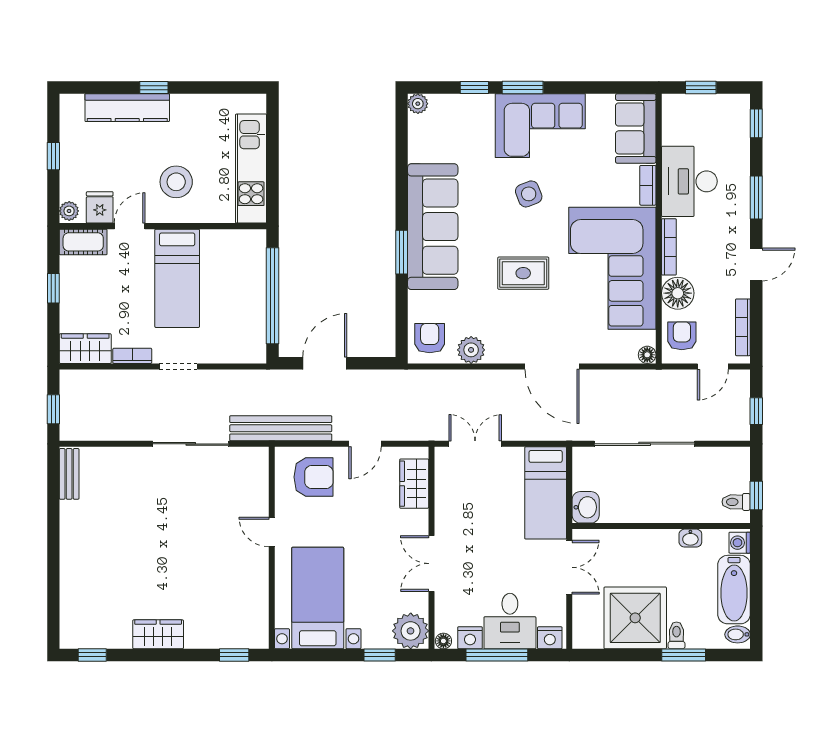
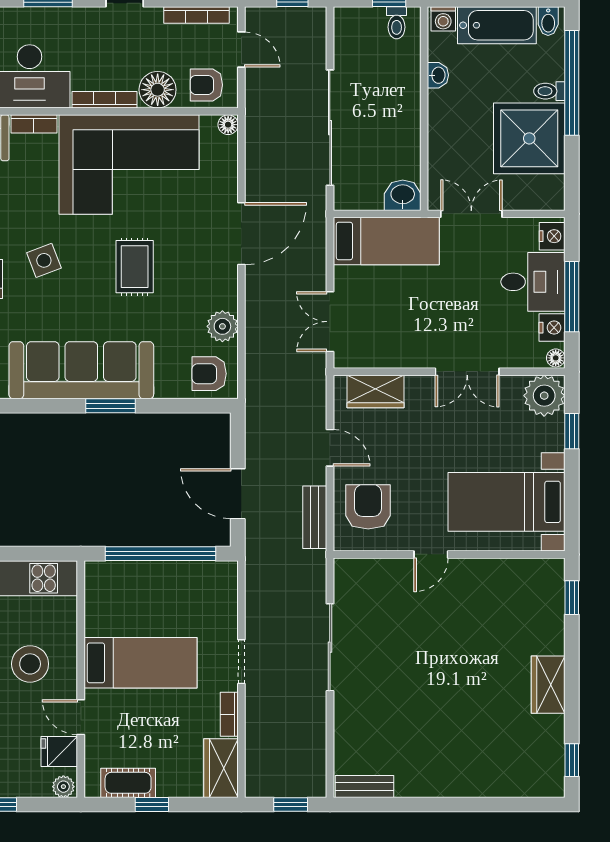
cot: (83, 242) -> (128, 783), moved, turned 90
bench: (281, 428) -> (315, 517), width x0.54, depth x0.82
window: (684, 655) -> (572, 83), width x2.11

